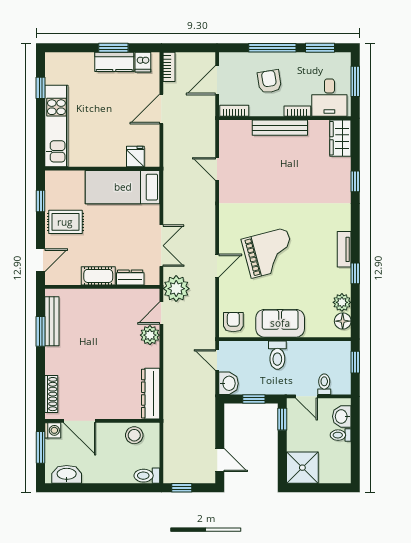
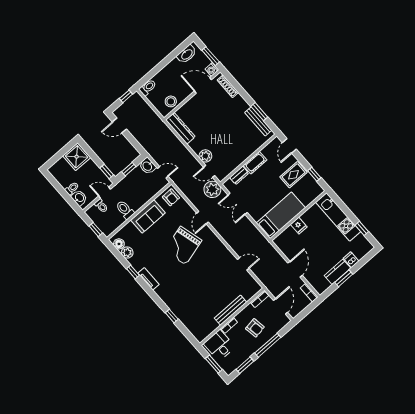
dishwasher: (143, 62) -> (351, 260), moved
wardrobe: (340, 138) -> (197, 331), removed
fridge: (135, 157) -> (299, 226), moved
door: (161, 313) -> (209, 171), swing flipped
toilet: (277, 355) -> (125, 210), moved

